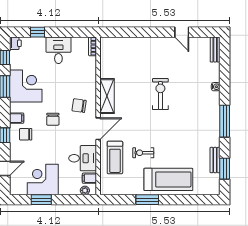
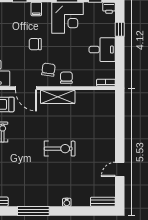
chair: (26, 134) -> (66, 78), moved

